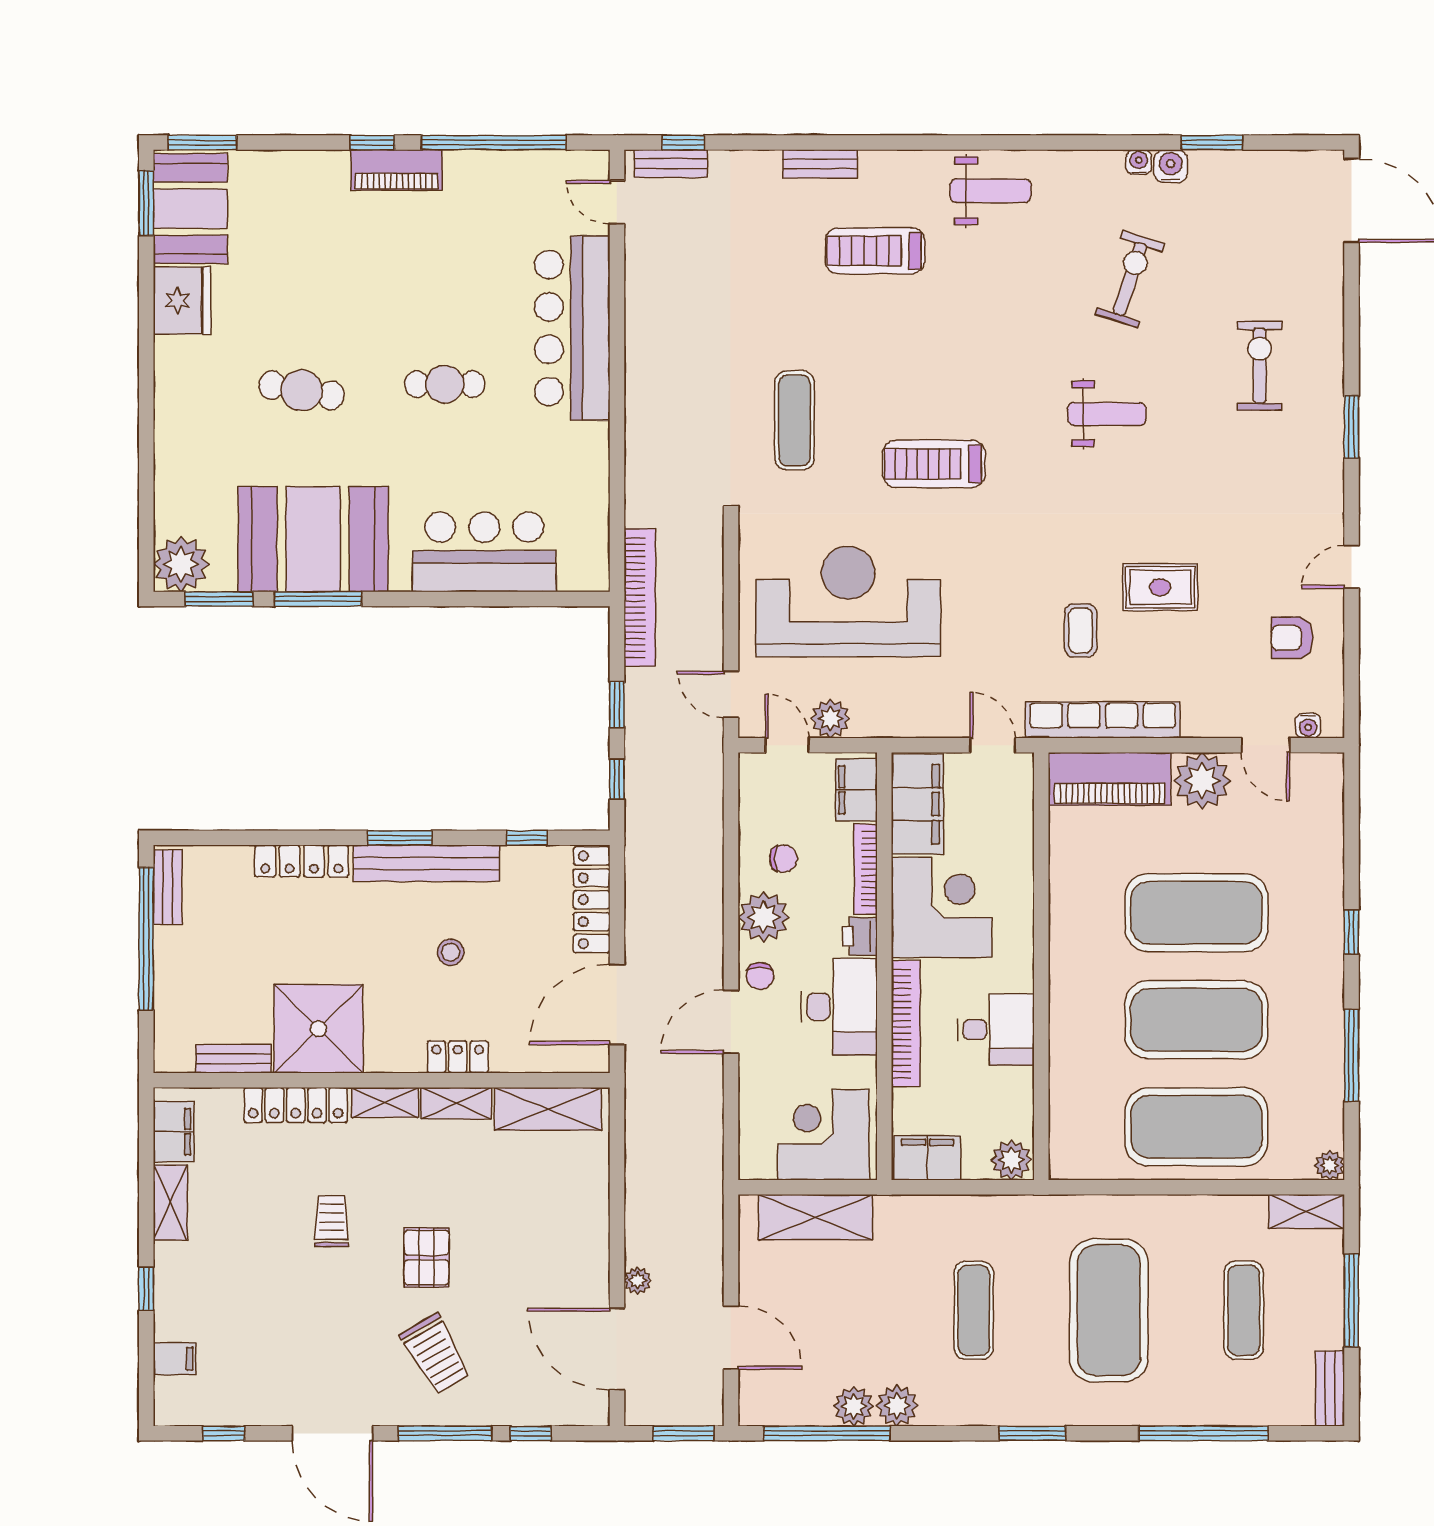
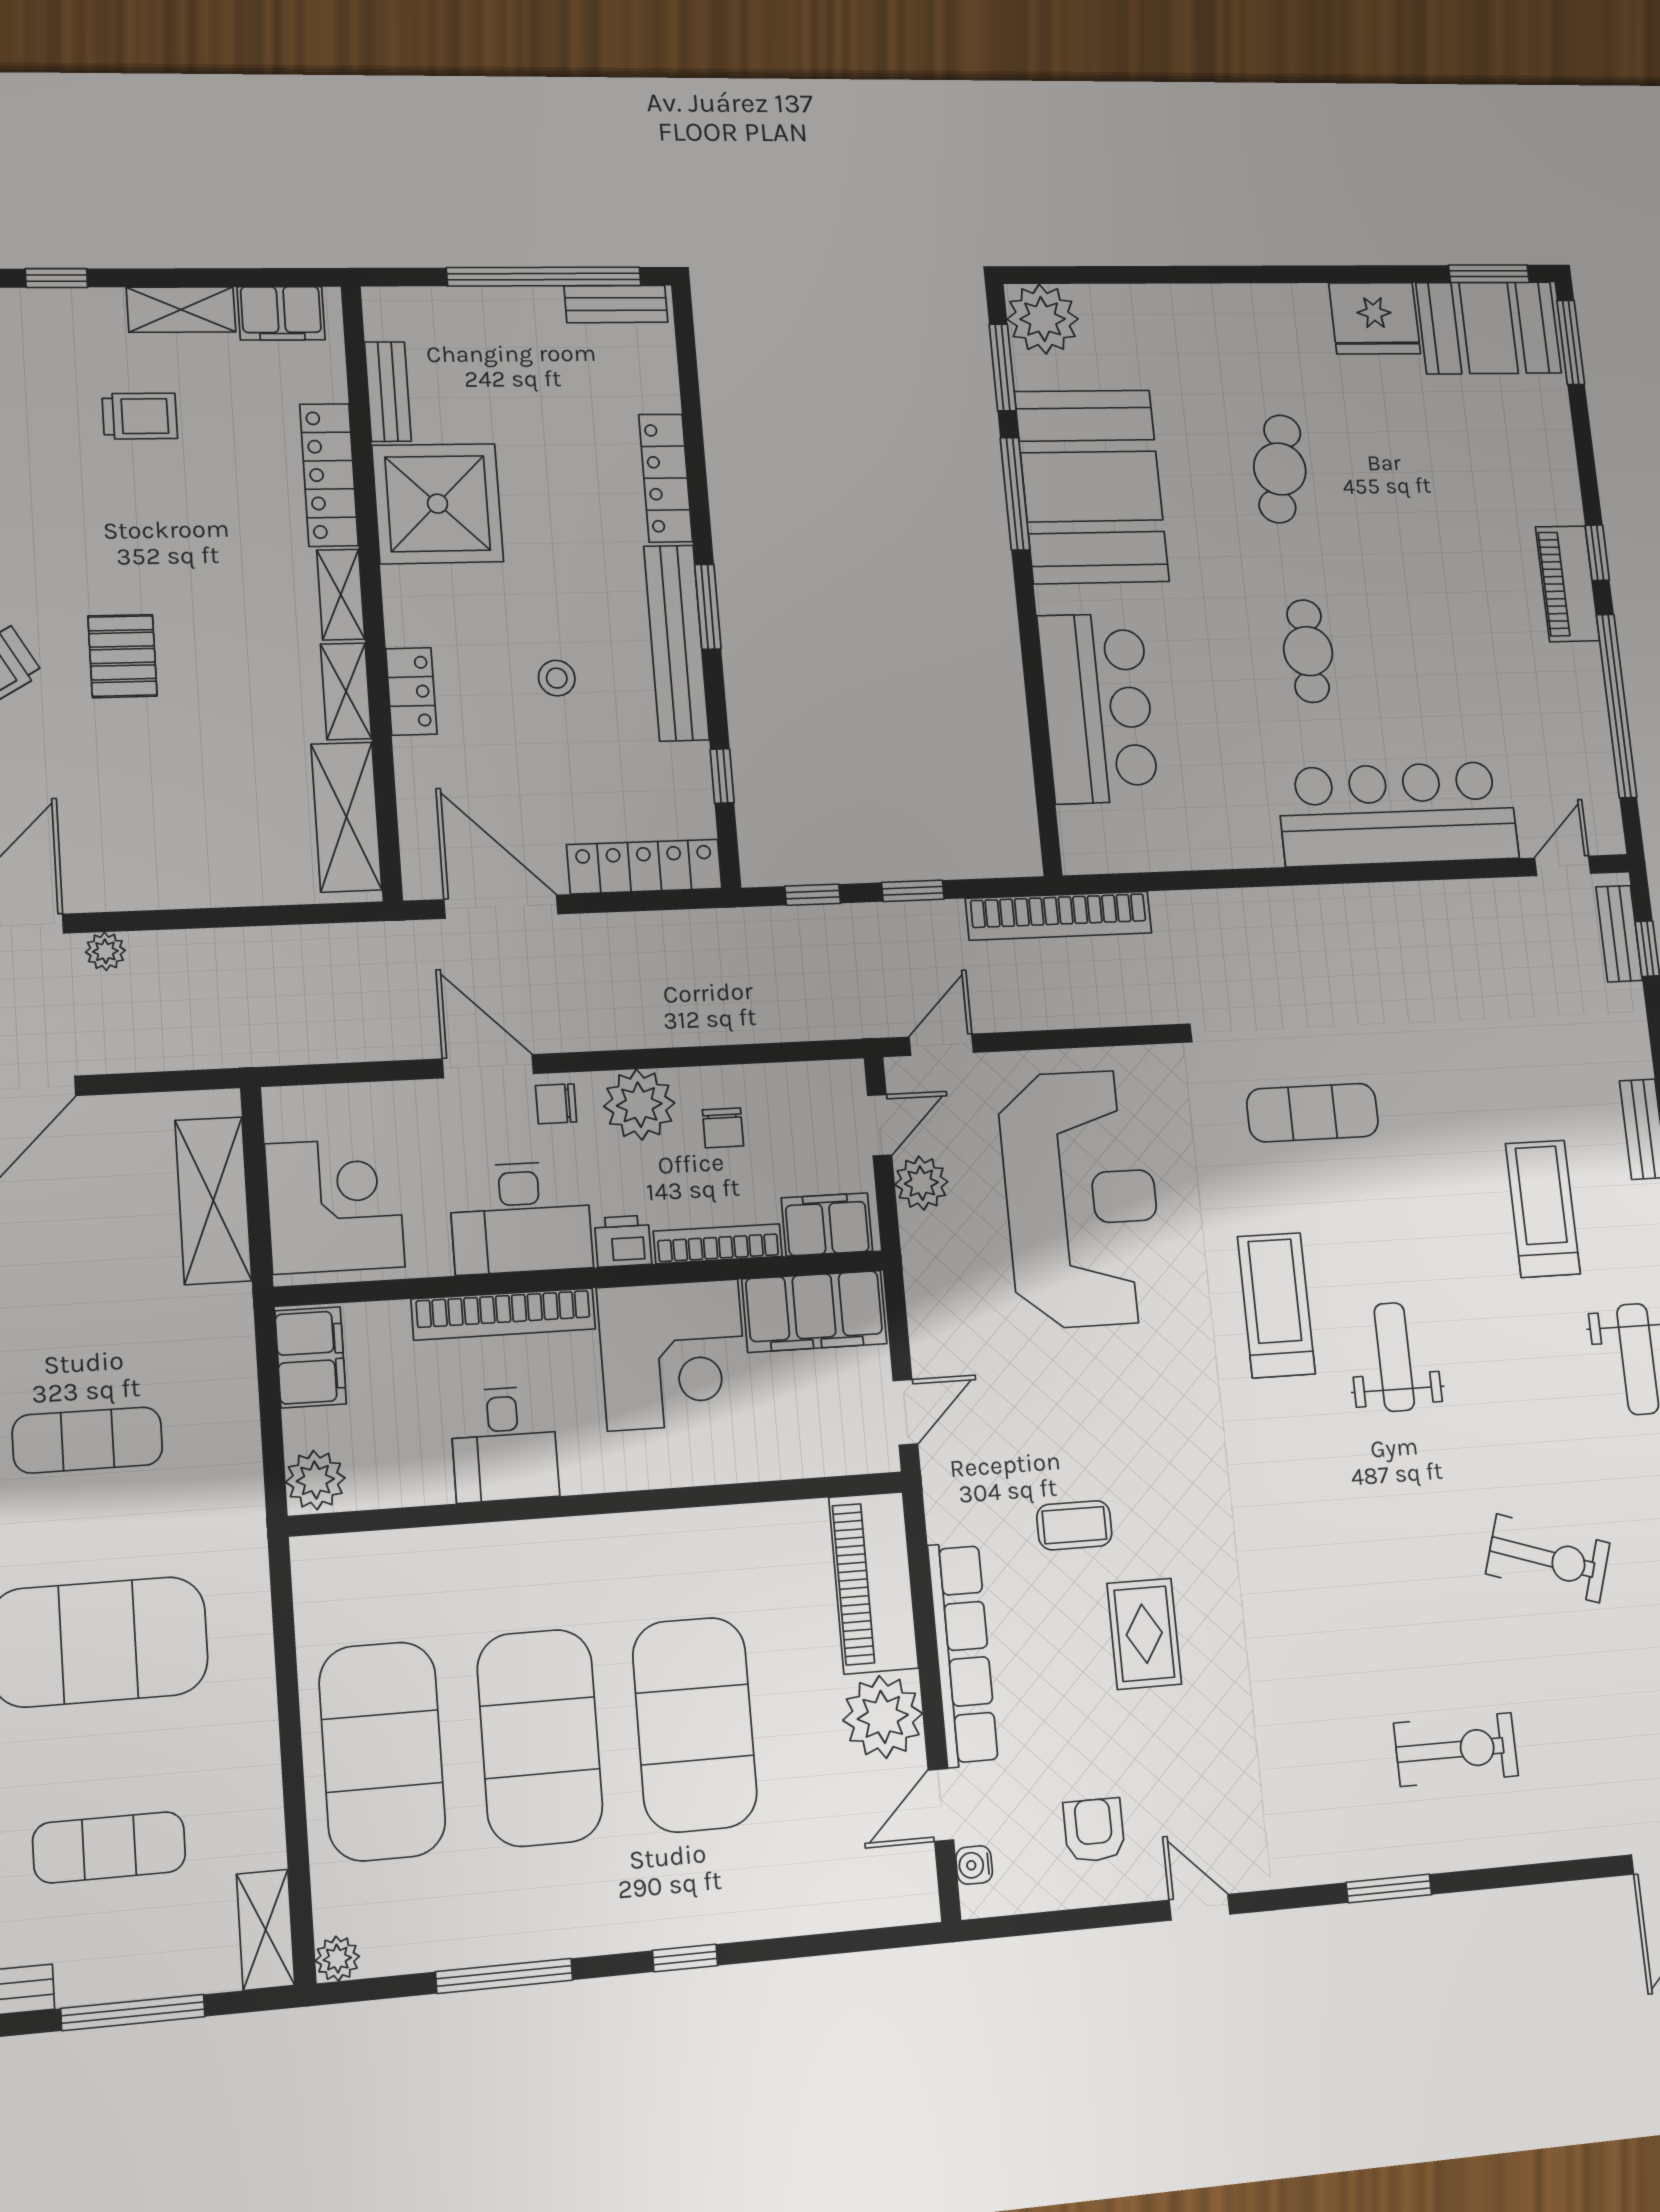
weight bench: (1107, 414) -> (1394, 1357), moved, turned 180
row of seats: (1103, 720) -> (963, 1654), moved
trolley: (331, 1221) -> (140, 416), moved
pallet: (426, 1258) -> (123, 656), turned 90

